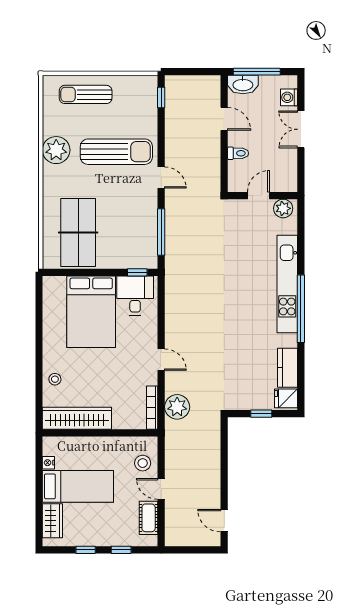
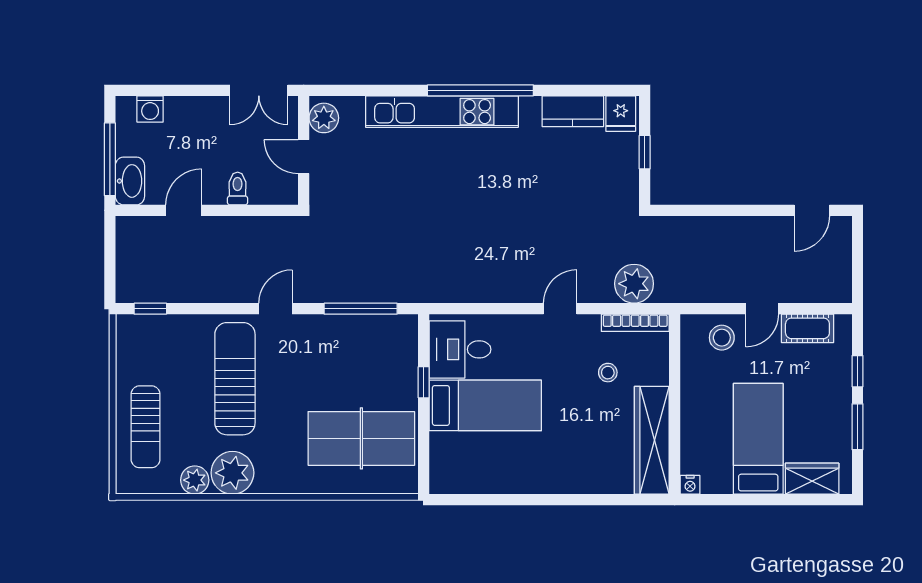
plant: (52, 126) -> (195, 480), added
double door: (301, 129) -> (259, 90), moved
window: (137, 272) -> (424, 382), moved
bed: (91, 312) -> (485, 405), width x0.67
stool: (55, 379) -> (608, 373), moved
nightstand: (48, 463) -> (690, 485), moved
window: (86, 550) -> (857, 427), width x1.50

